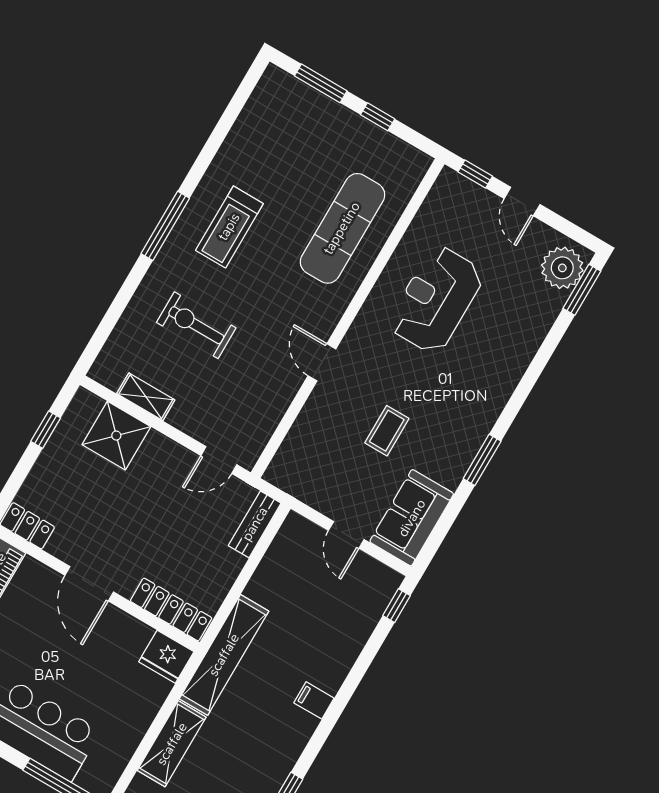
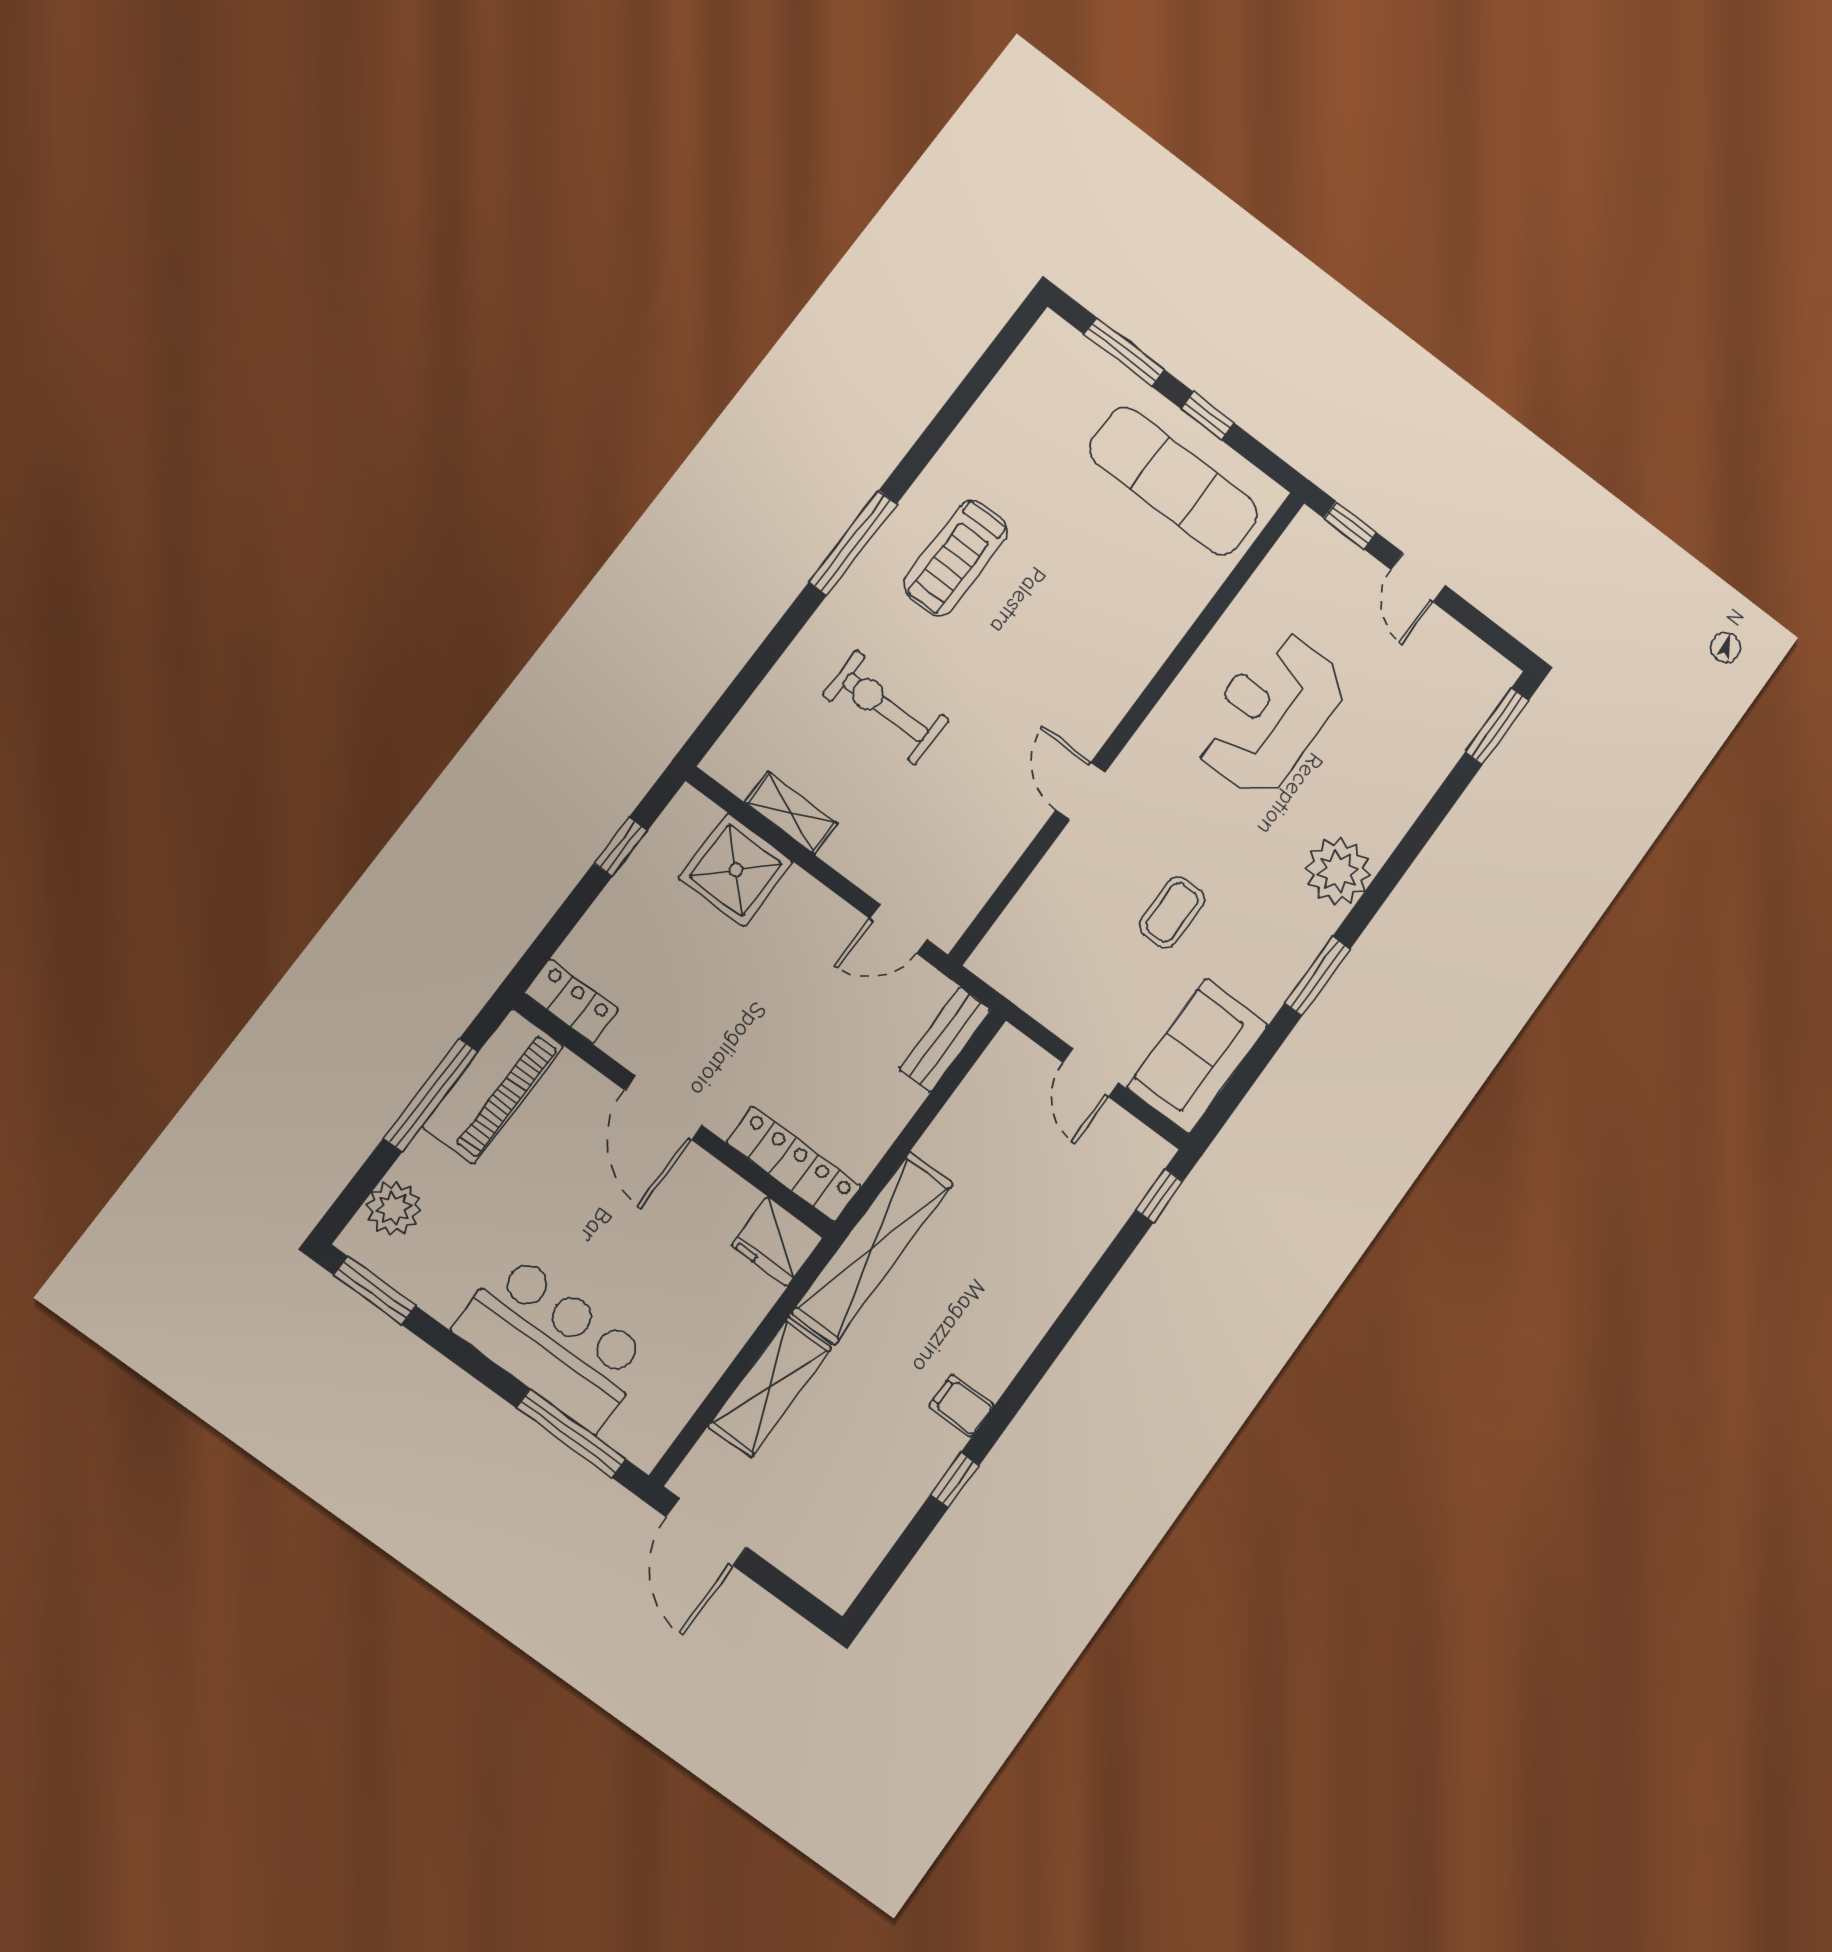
exercise mat: (342, 228) -> (1174, 481), moved, turned 90
plant: (562, 268) -> (1338, 871), moved
filing cabinet: (314, 700) -> (961, 1406), moved

